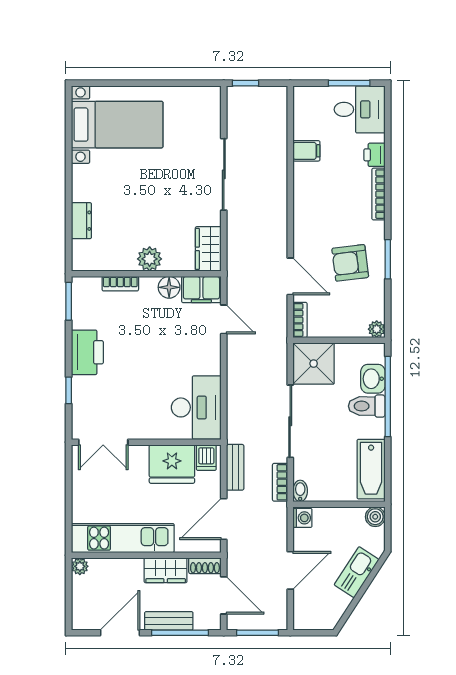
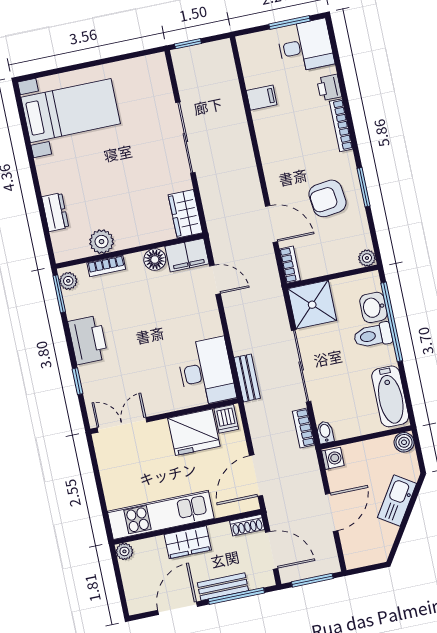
plant: (150, 259) -> (102, 242), moved
plant: (80, 291) -> (68, 281), added
double door: (103, 442) -> (122, 425), swing flipped
bench: (235, 467) -> (247, 378), moved
wardrobe: (166, 570) -> (188, 542), moved

